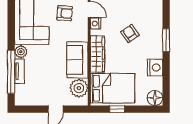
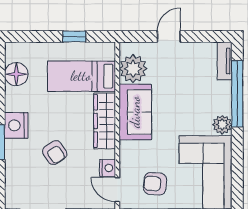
nightstand: (155, 68) -> (16, 125), moved
tv unit: (19, 71) -> (224, 61), moved
bed: (112, 88) -> (81, 76), width x0.67
floor lamp: (155, 98) -> (16, 74), moved

